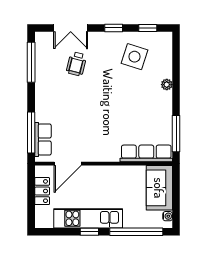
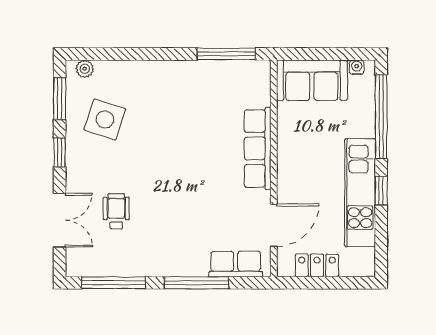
window: (148, 28) -> (60, 99), width x1.50
wheelchair: (76, 64) -> (116, 211), turned -104
plant: (167, 85) -> (85, 69), moved
window: (31, 133) -> (197, 283), moved
row of seats: (146, 153) -> (258, 148), moved
door: (68, 164) -> (274, 225), hinge flipped

